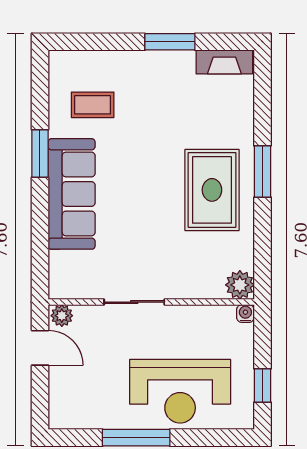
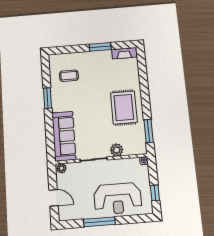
window: (262, 171) -> (149, 131), moved
sofa: (72, 194) -> (64, 136), moved
plant: (240, 285) -> (117, 150), moved
door: (40, 348) -> (54, 198), moved

